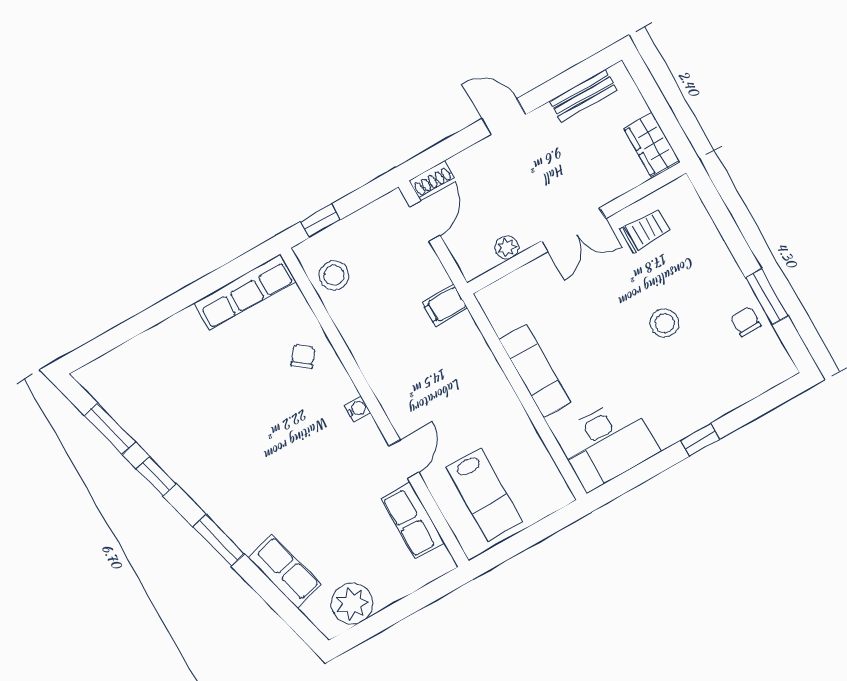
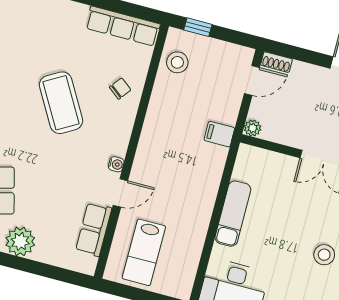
plant: (507, 247) -> (253, 128), moved
water cooler: (357, 409) -> (116, 164), moved
coffee table: (258, 427) -> (61, 103), added

